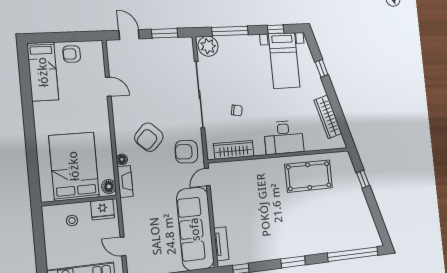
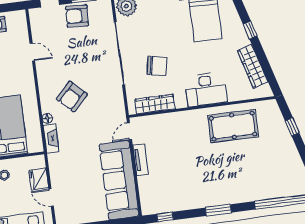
window: (322, 68) -> (250, 30), moved
chair: (237, 110) -> (157, 66), width x1.87, depth x1.87
armchair: (186, 152) -> (77, 16), moved
floor lamp: (109, 187) -> (36, 144), removed
fridge: (102, 209) -> (39, 179), moved, turned 90
tv unit: (221, 244) -> (141, 160), moved

